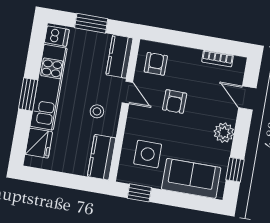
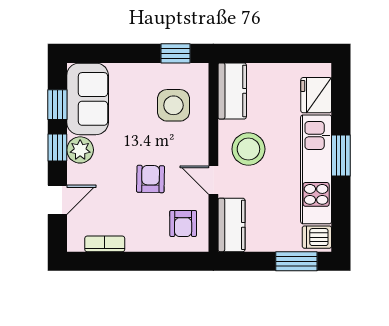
window: (91, 23) -> (296, 261), moved
door: (247, 98) -> (57, 200), hinge flipped
stool: (97, 111) -> (248, 149), width x1.89, depth x1.89
window: (241, 137) -> (57, 148), added
sofa: (191, 178) -> (88, 99), moved, turned -90

